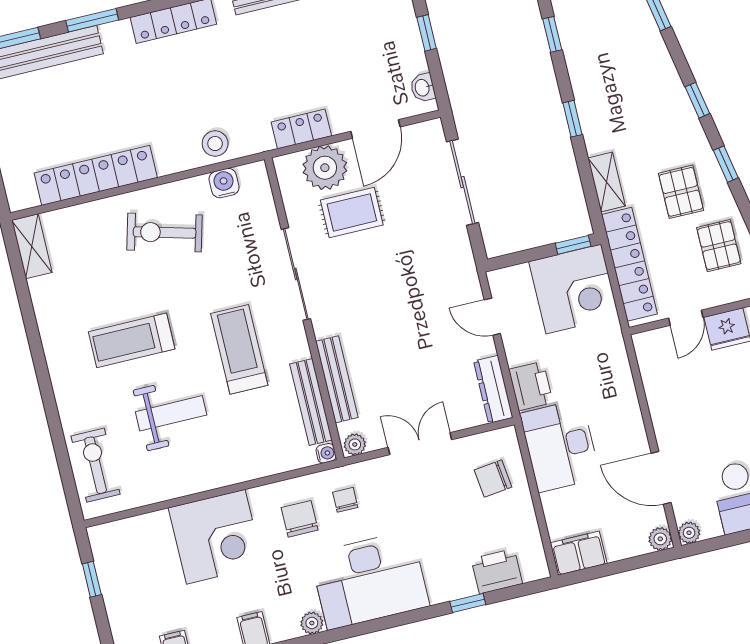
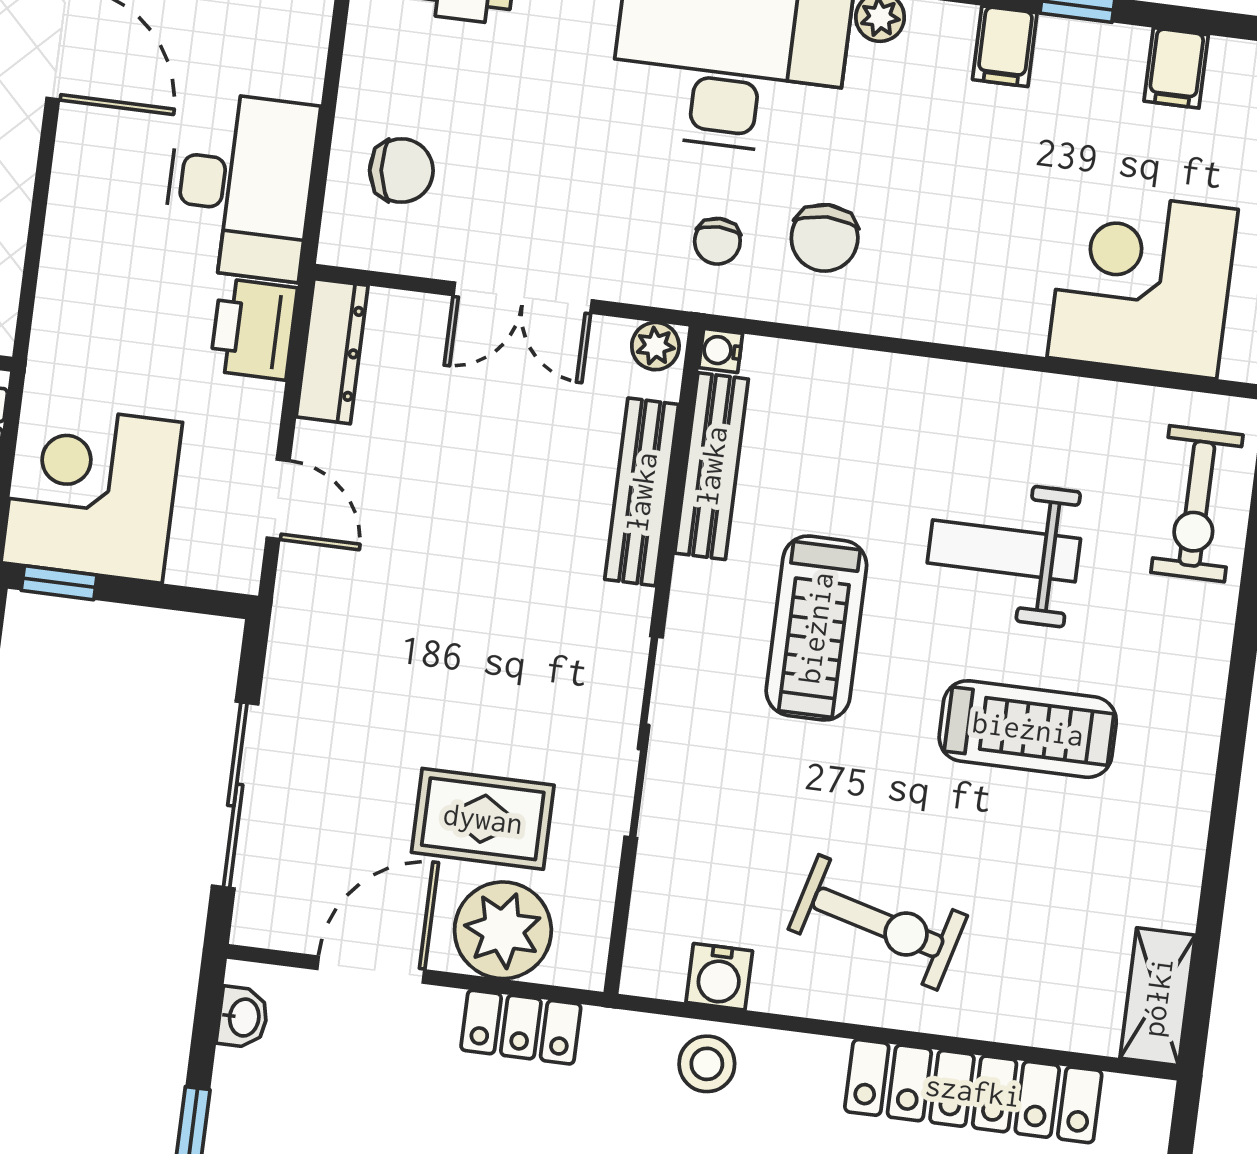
corner desk: (216, 537) -> (1143, 283), moved

